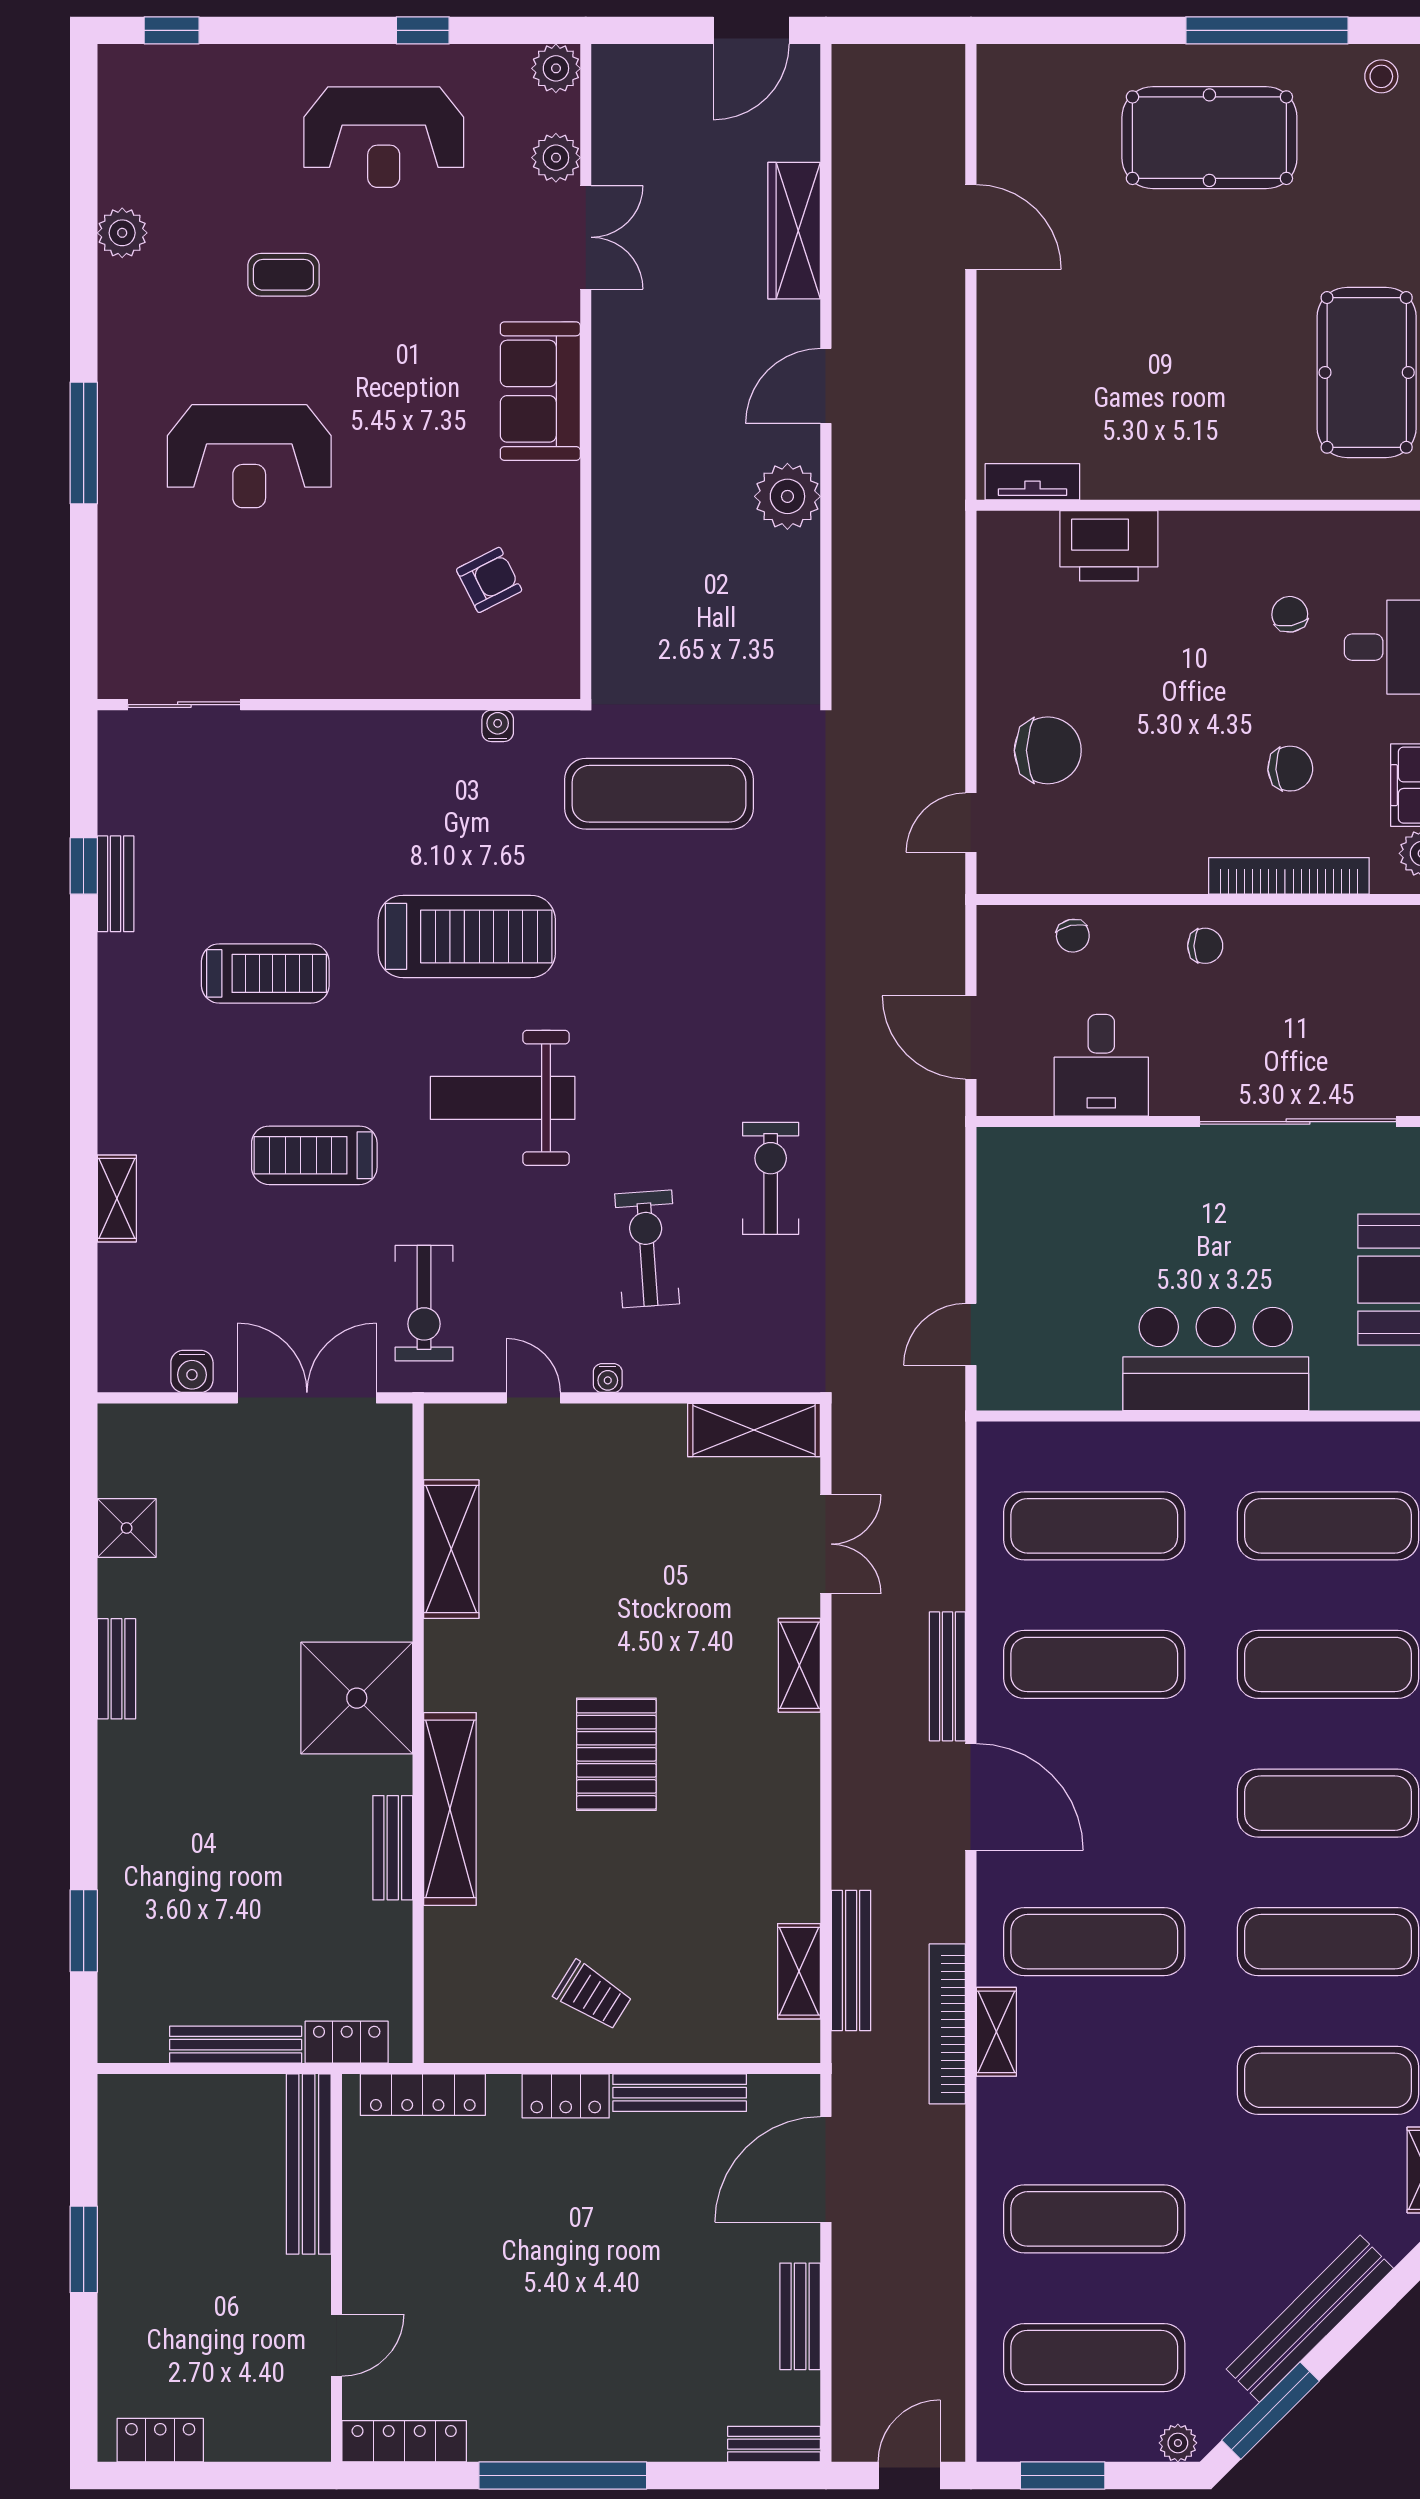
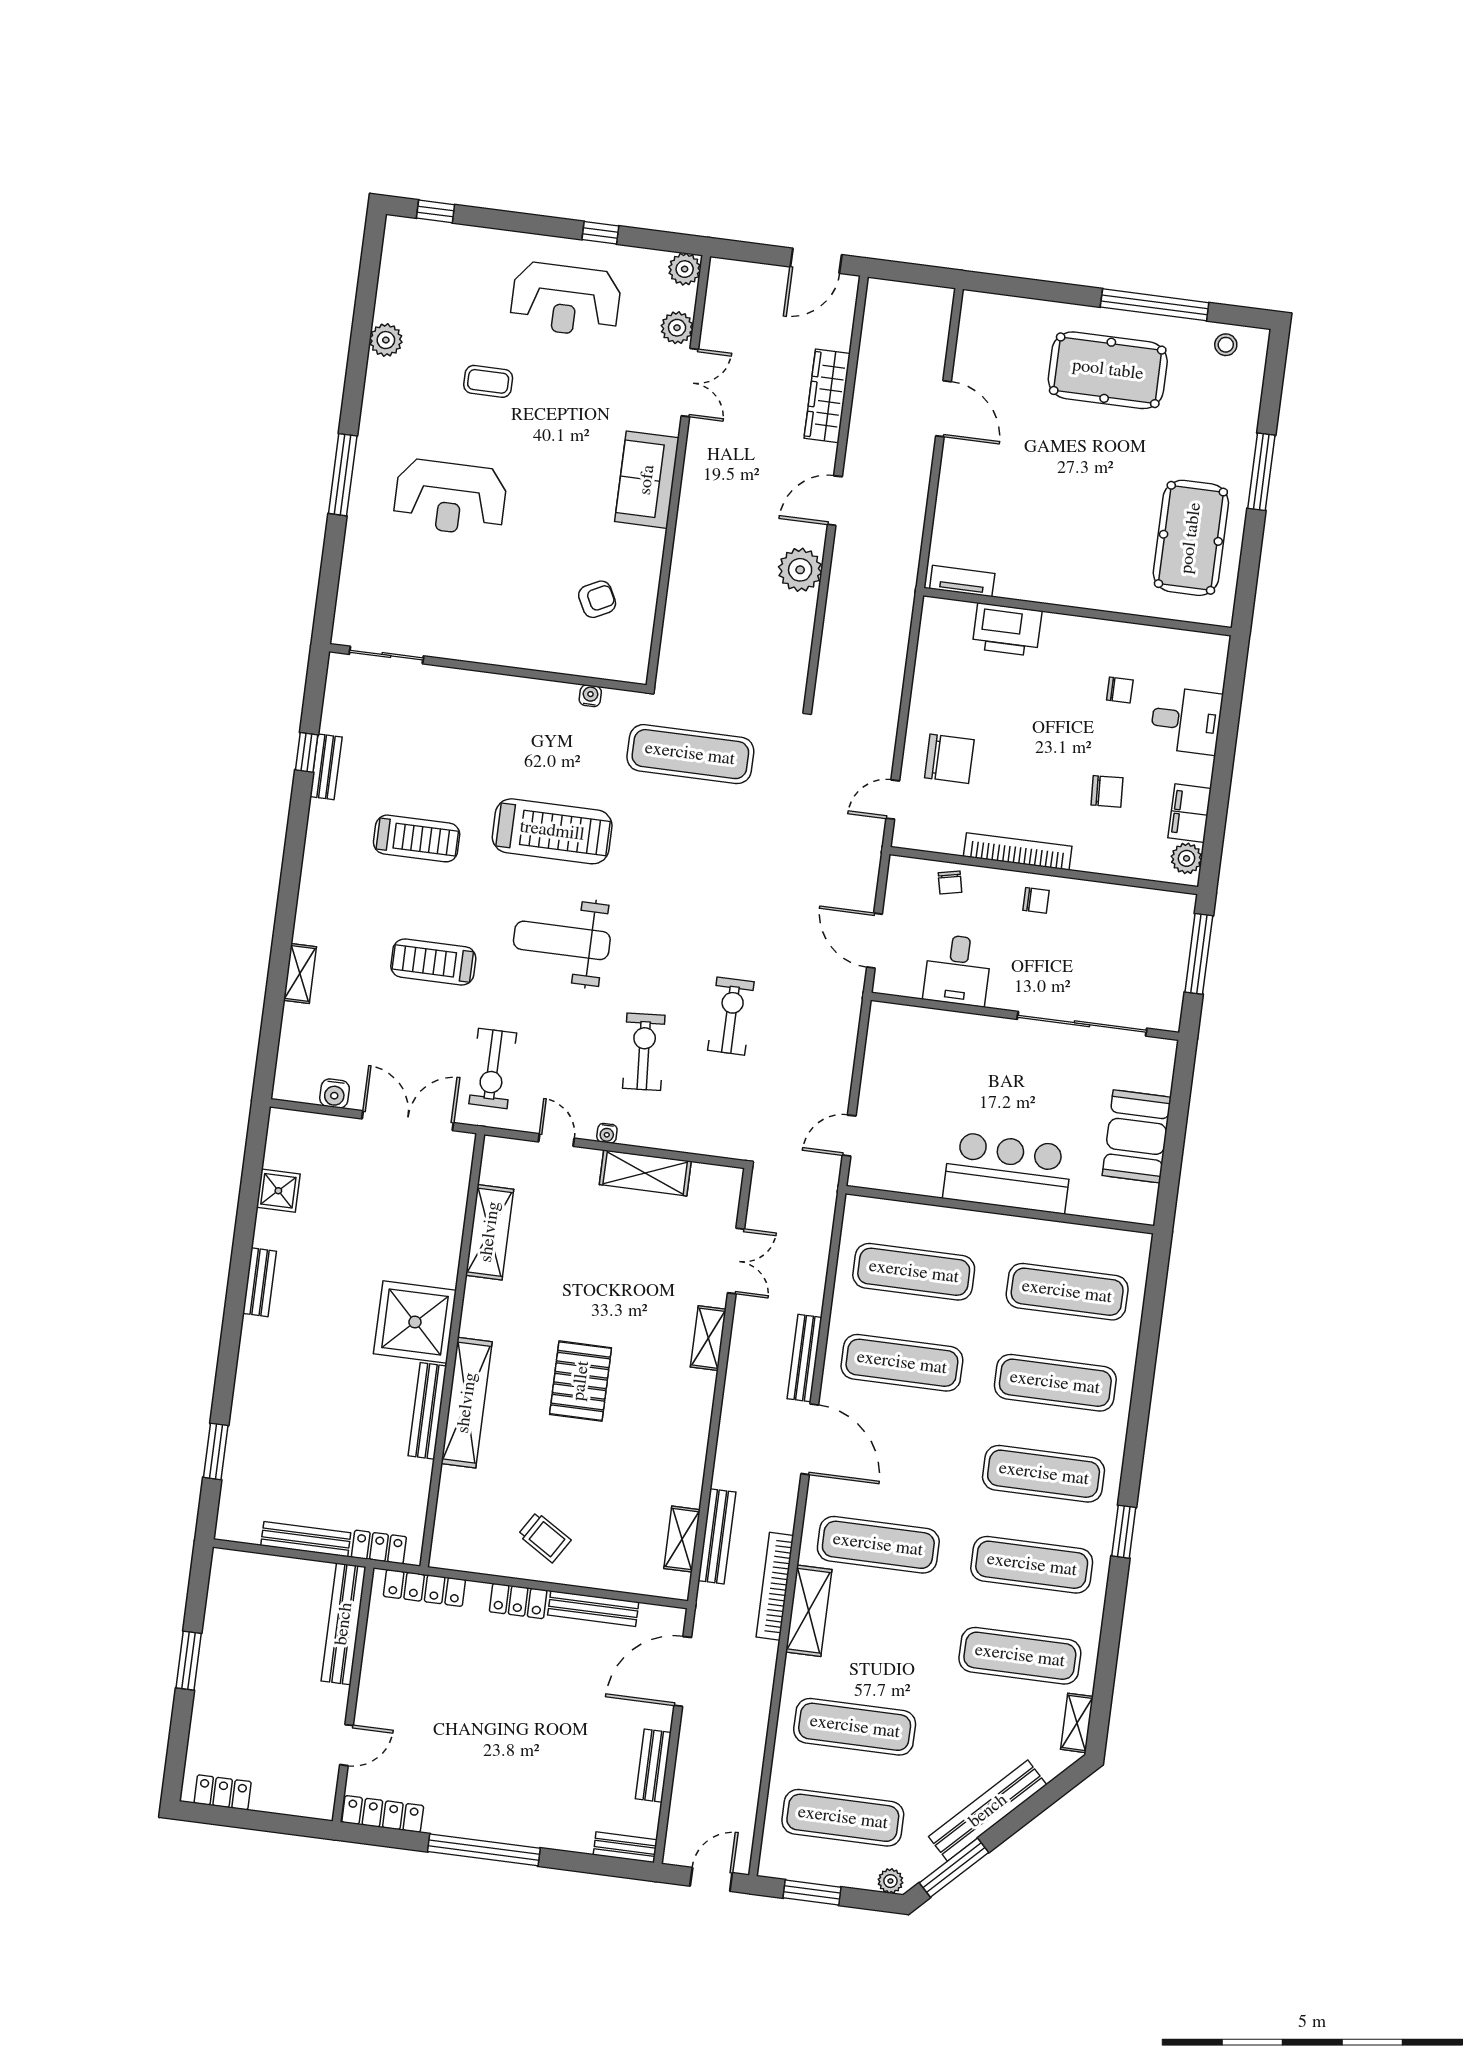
chair: (1290, 614) -> (1120, 690), turned 100
bookcase: (1289, 876) -> (1018, 851), moved
shelving: (754, 1430) -> (645, 1173), moved
bench: (393, 1848) -> (427, 1411), width x1.36
shelving: (996, 2032) -> (809, 1611), width x1.50, depth x1.33

